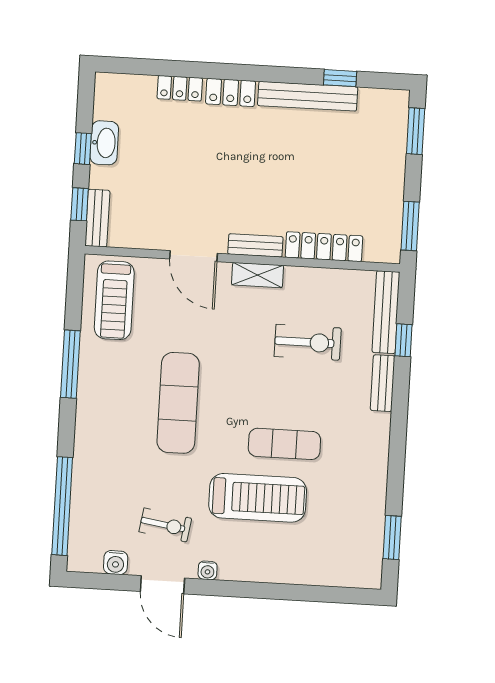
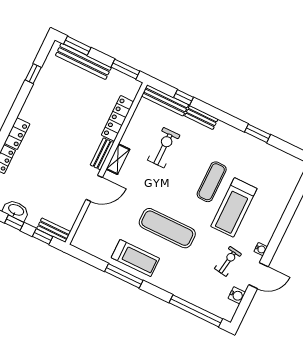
bench: (308, 96) -> (83, 61), moved, turned 90
treadmill: (114, 300) -> (135, 258), moved
treadmill: (258, 498) -> (234, 207), turned 180
window: (392, 538) -> (258, 133), moved

